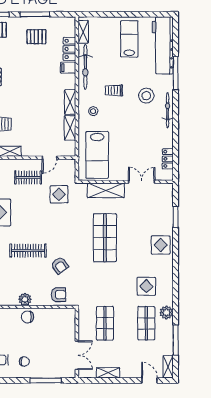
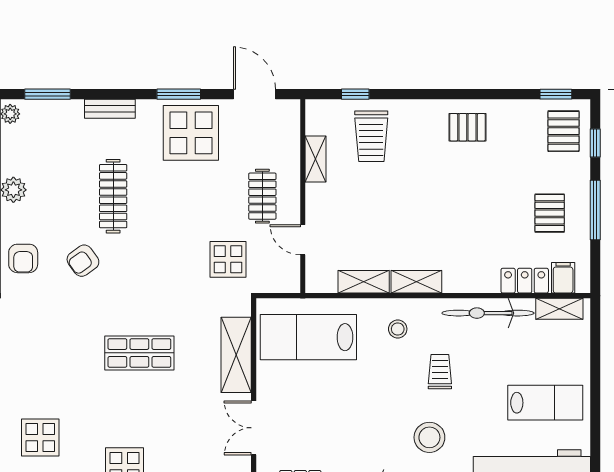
filing cabinet: (68, 68) -> (563, 278), moved
double door: (142, 182) -> (254, 428), swing flipped
shop shelf: (105, 238) -> (139, 353), width x0.70, depth x0.74

